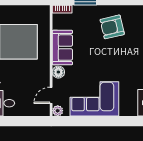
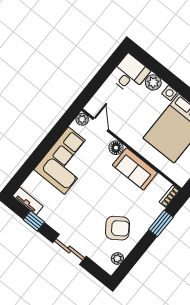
plant: (133, 10) -> (117, 259), added
armchair: (112, 27) -> (118, 228), turned 68

